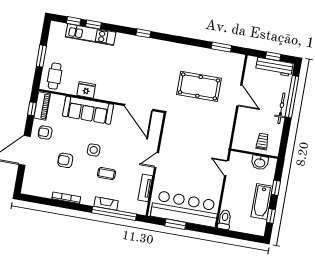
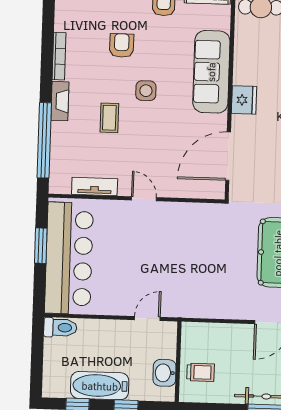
fridge: (86, 90) -> (244, 100), moved
fireplace: (106, 203) -> (60, 101), moved

